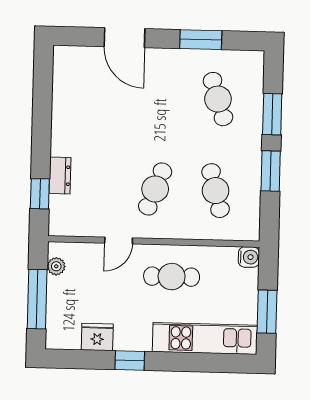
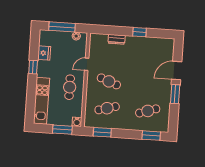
window: (201, 40) -> (175, 94), moved
window: (272, 114) -> (151, 136), moved
window: (271, 171) -> (102, 132), moved
window: (40, 194) -> (139, 32), moved
door: (119, 240) -> (87, 64), hinge flipped
window: (267, 312) -> (62, 130), moved

